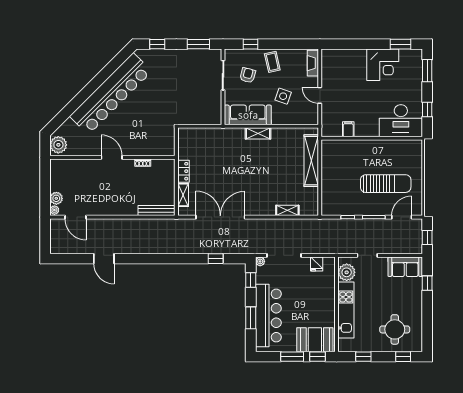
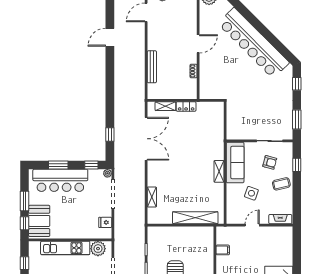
bench: (156, 210) -> (152, 67), moved

